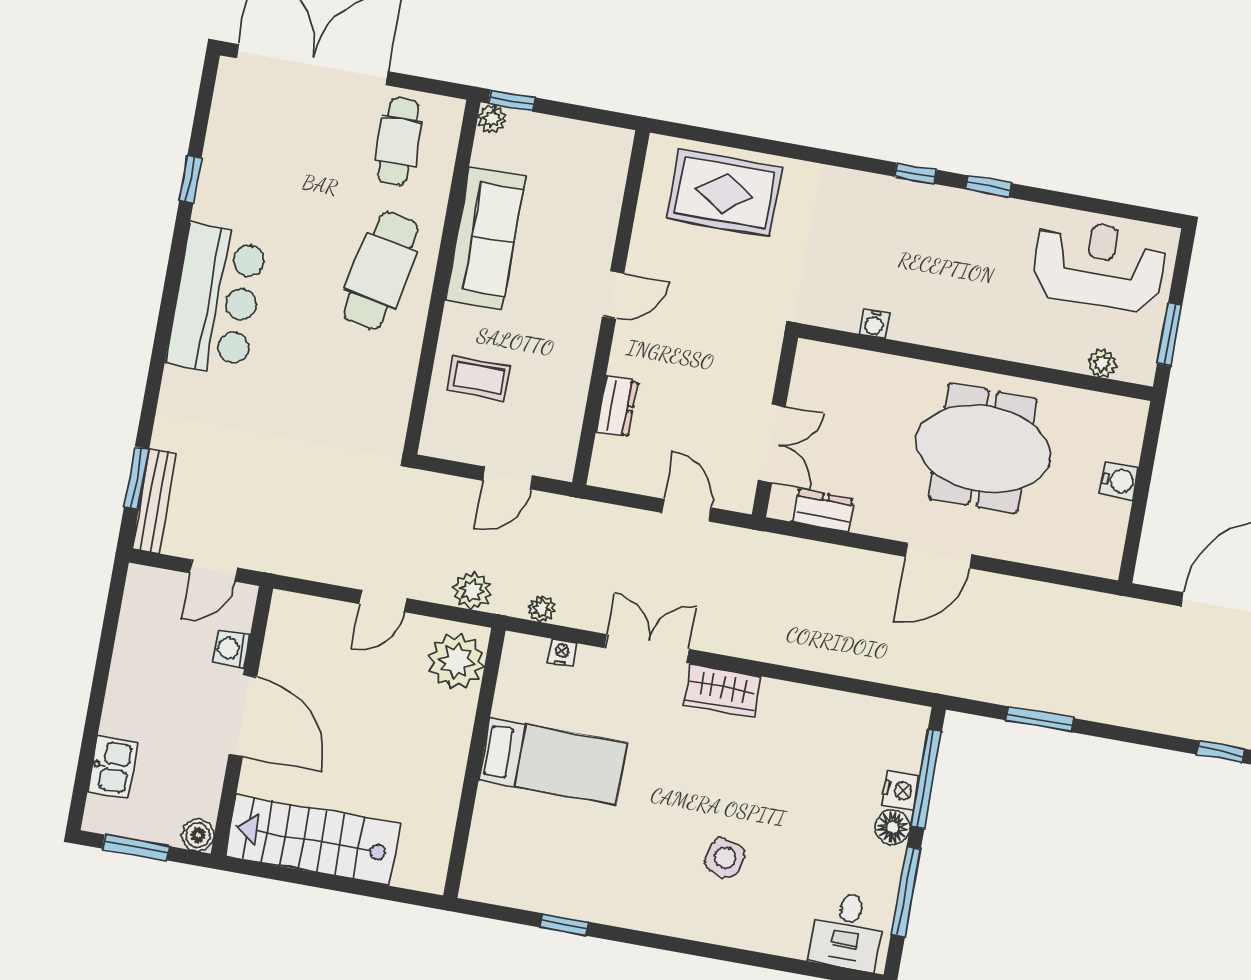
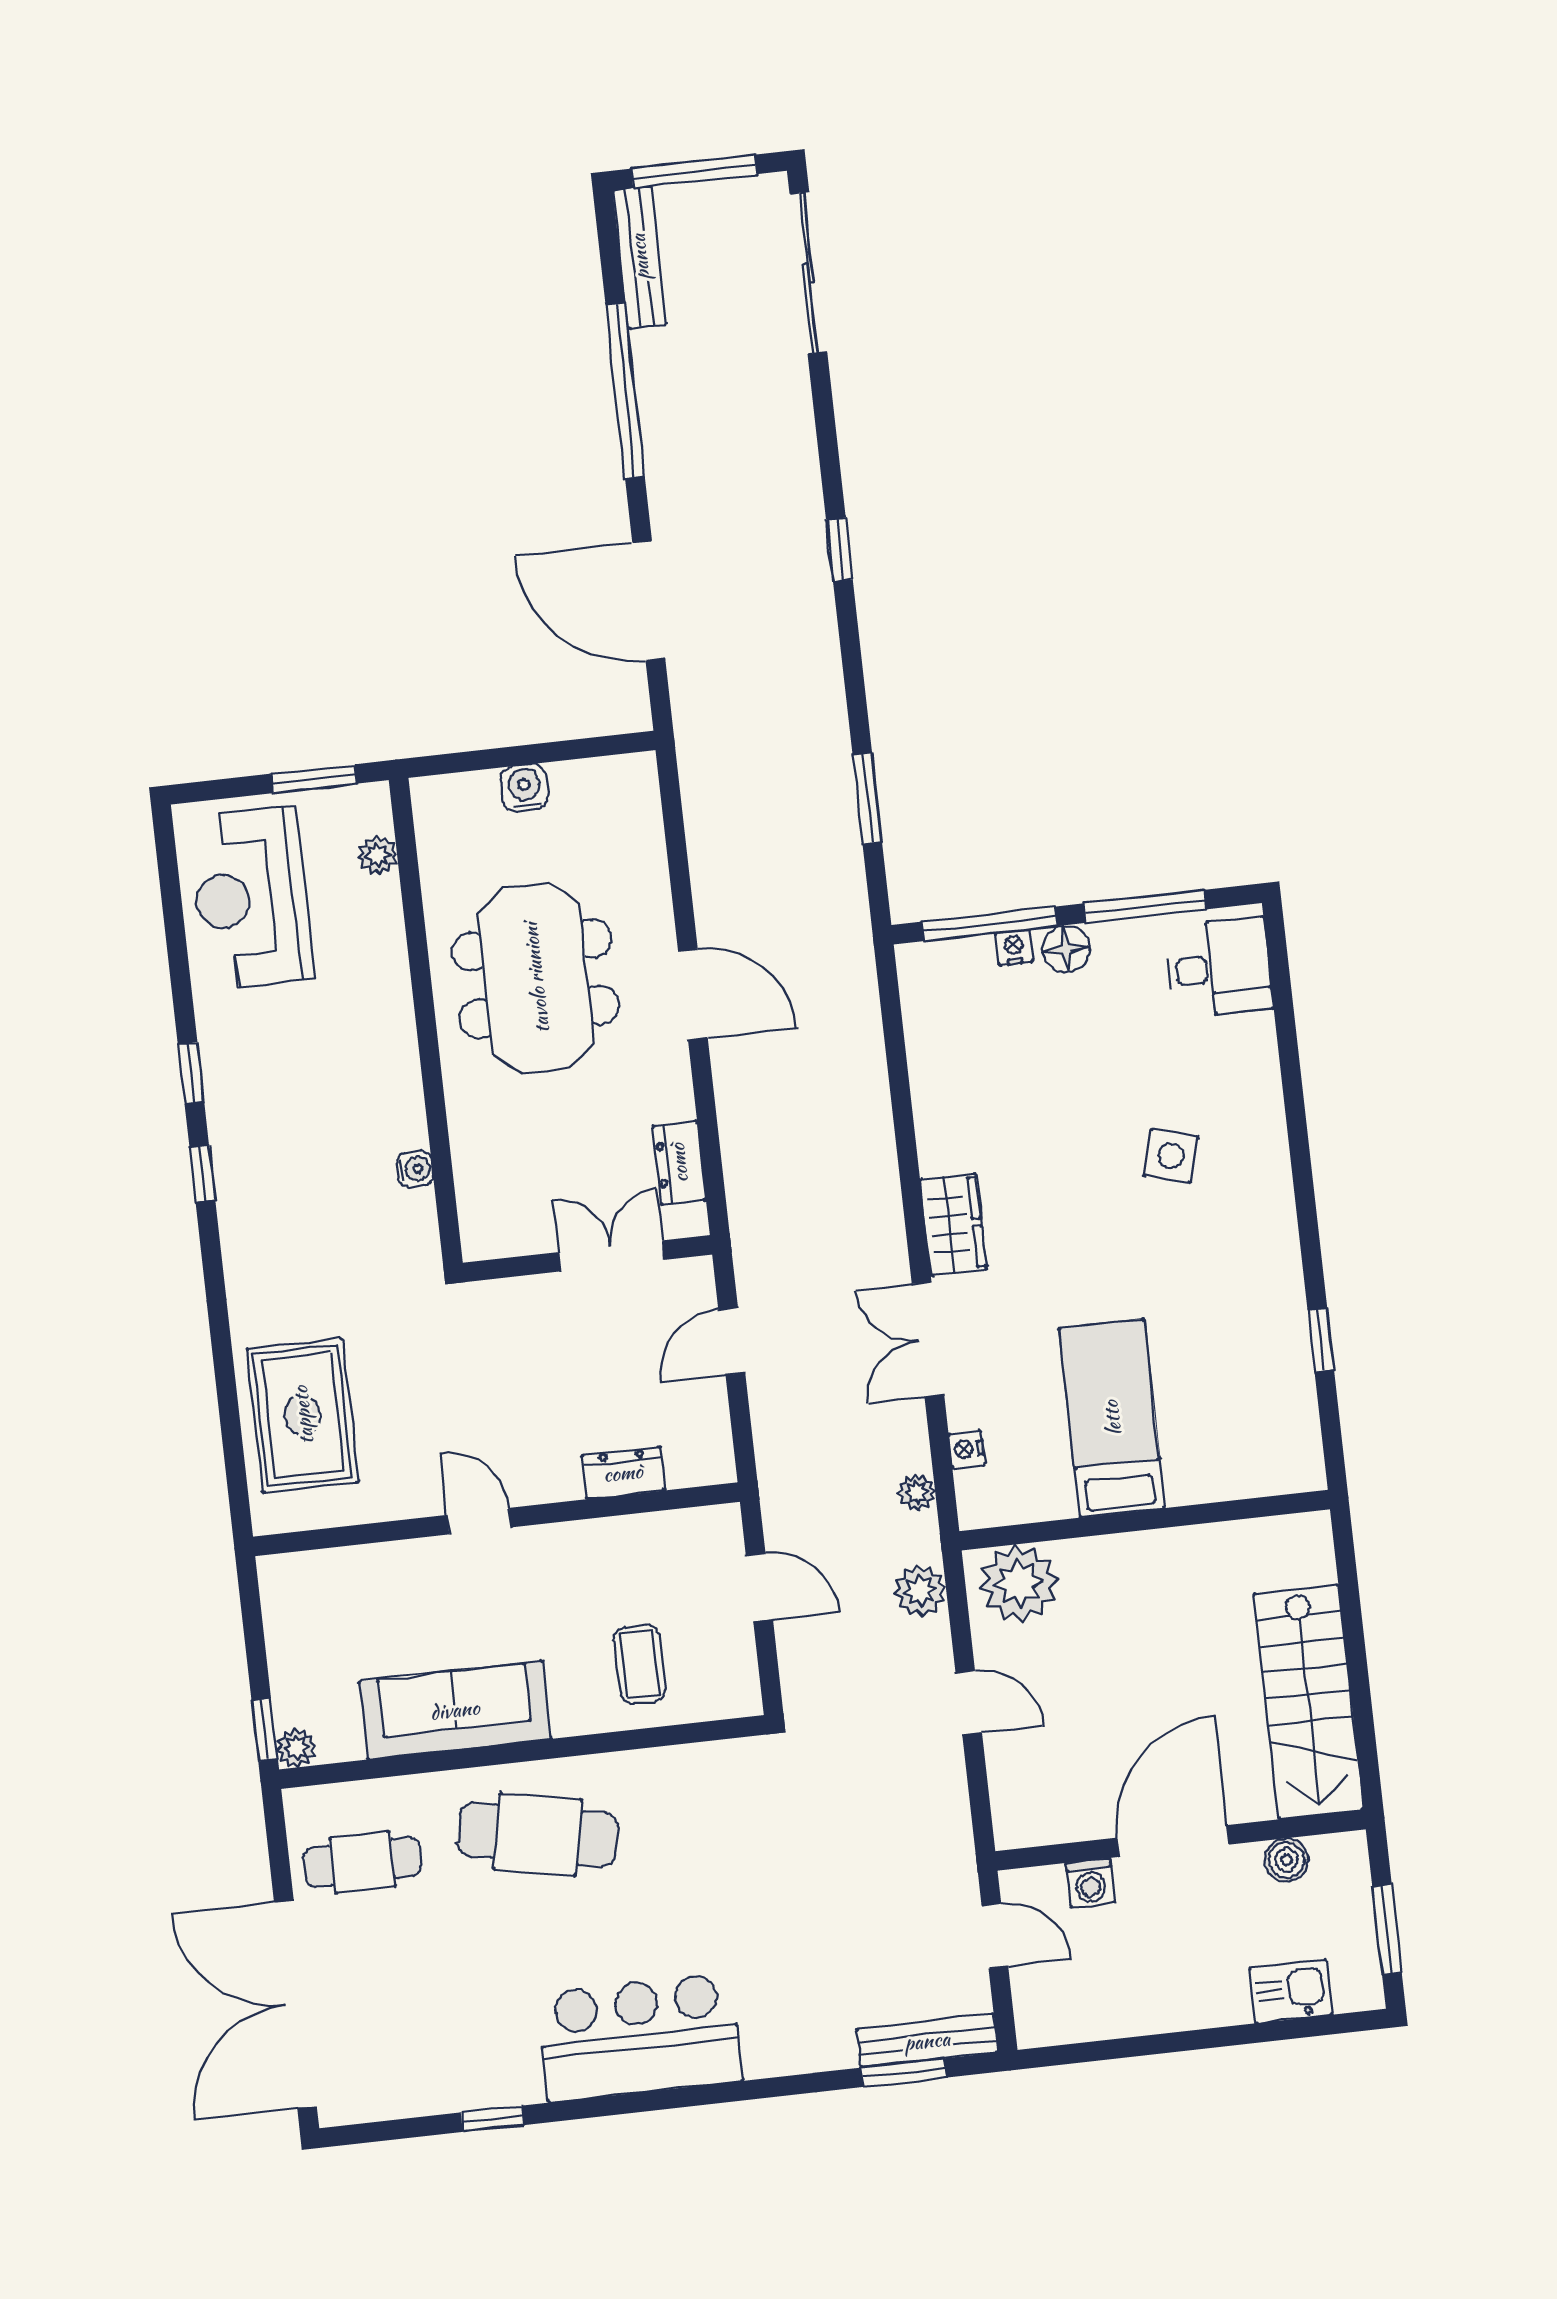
nightstand: (900, 790) -> (1014, 947), width x0.72, depth x0.74
boiler: (198, 835) -> (1287, 1860), moved

